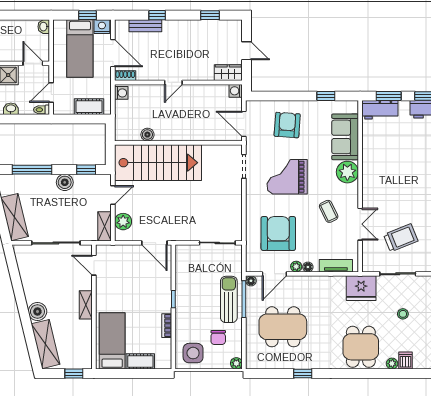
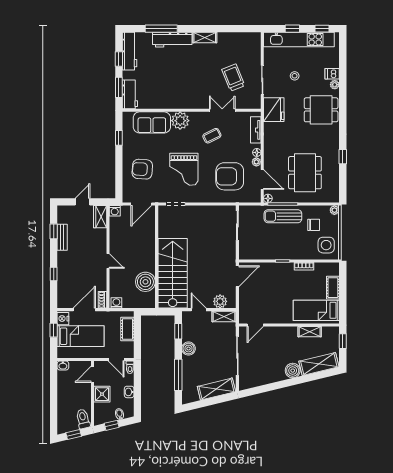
bench: (145, 26) -> (62, 237), moved
boiler: (147, 135) -> (145, 282), width x1.86, depth x1.86
shelving: (86, 305) -> (310, 332), moved

